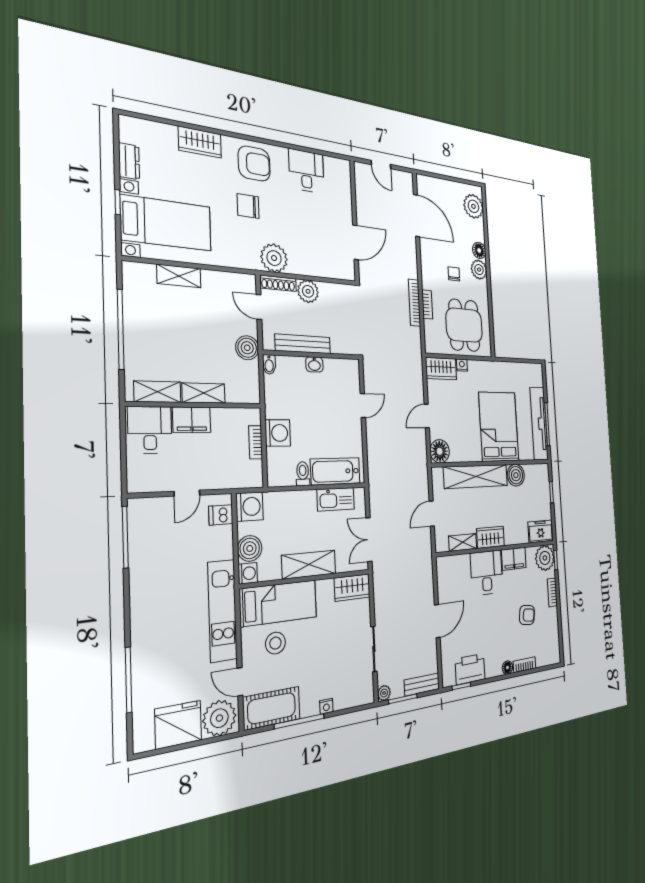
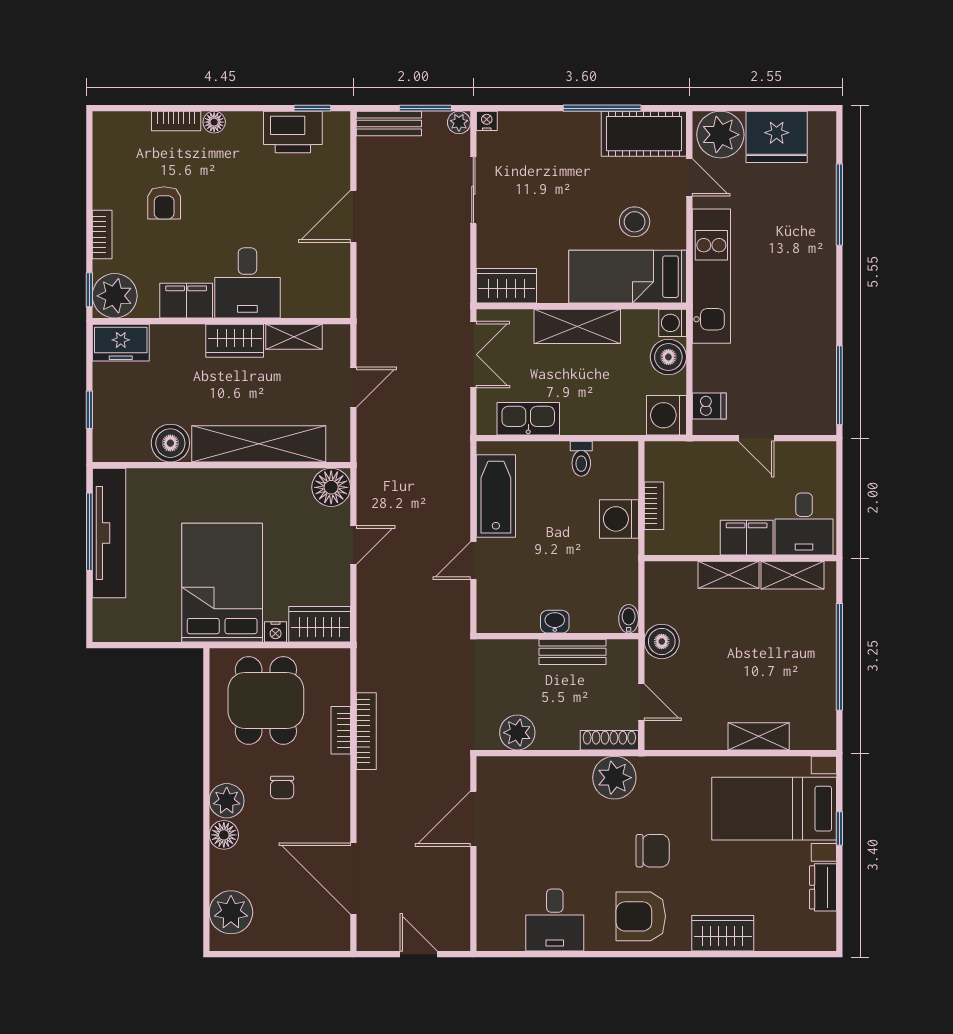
plant: (308, 291) -> (517, 733), moved
bench: (303, 344) -> (573, 652), width x0.73
bed: (499, 427) -> (222, 583), moved, turned 180
bathtub: (335, 471) -> (496, 496), moved, turned -90
door: (187, 493) -> (756, 438), swing flipped
armchair: (527, 615) -> (164, 203), turned -98
nightstand: (326, 706) -> (487, 121), moved

